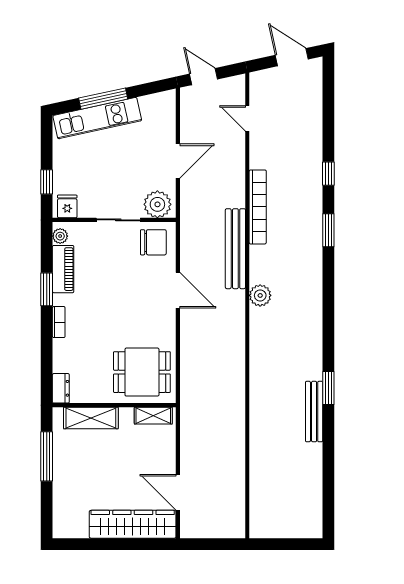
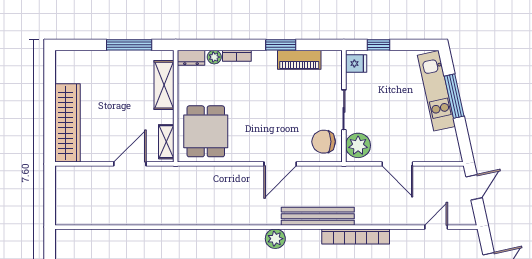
plant: (60, 236) -> (214, 57), moved
chair: (153, 242) -> (324, 142), turned 90
bookcase: (59, 322) -> (237, 56), moved
door: (178, 492) -> (130, 164), moved

